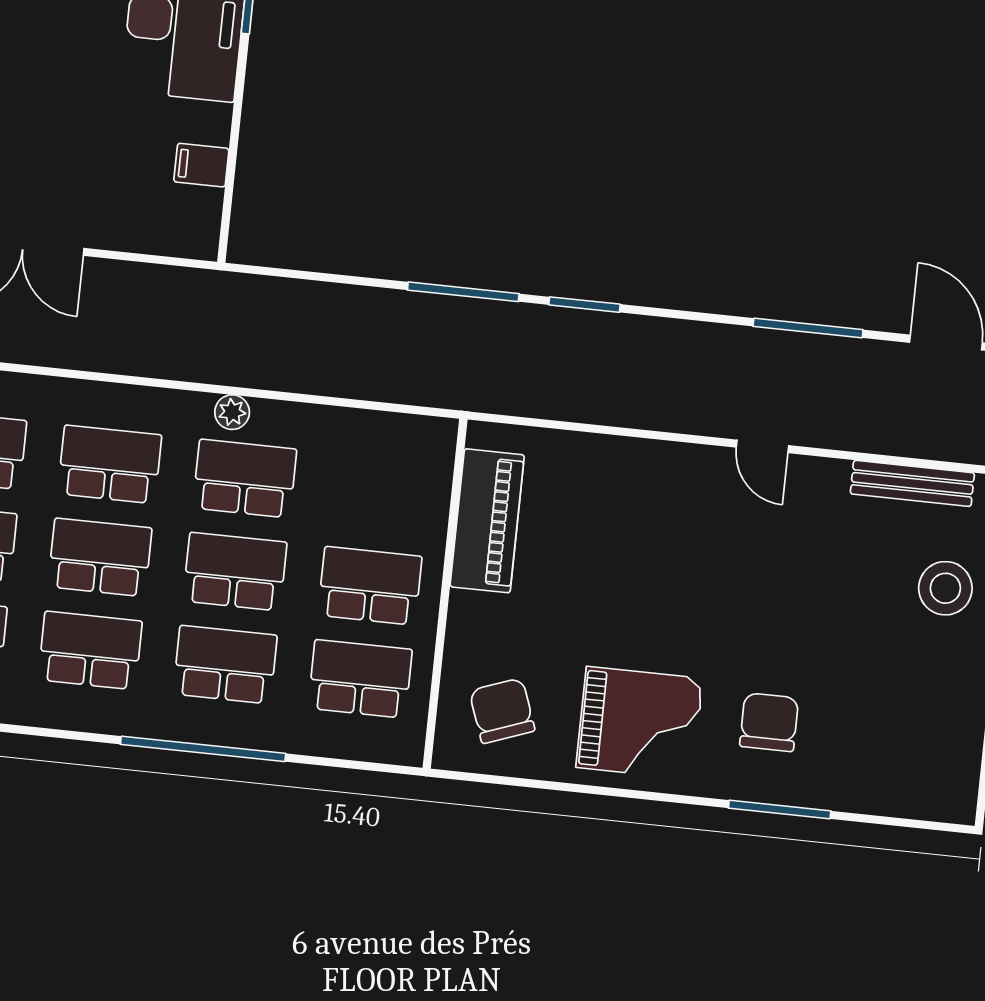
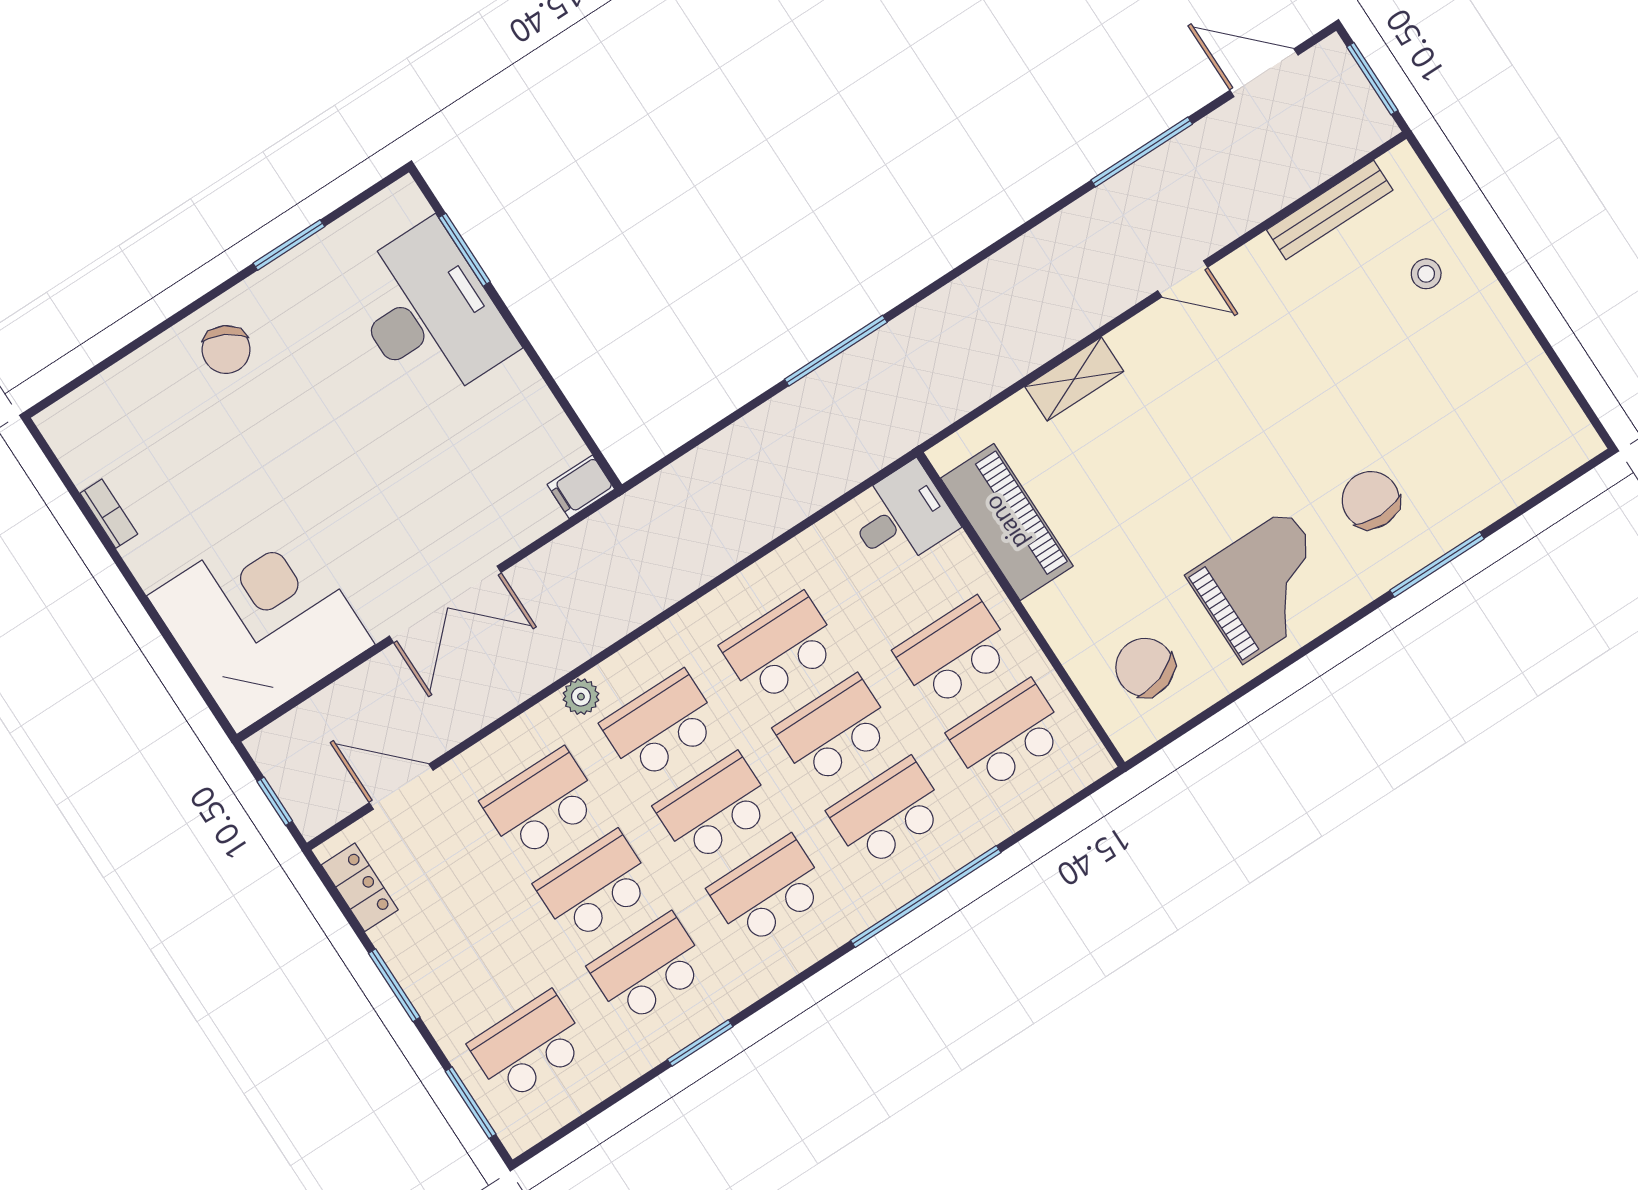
filing cabinet: (201, 165) -> (581, 487), moved
window: (584, 305) -> (943, 281), removed
plant: (232, 412) -> (581, 697), moved
desk: (413, 454) -> (902, 517), added
shelving: (622, 455) -> (1074, 379), added
stool: (945, 588) -> (1426, 274), width x0.53, depth x0.53

